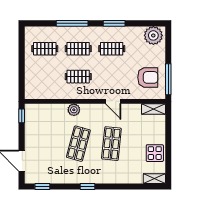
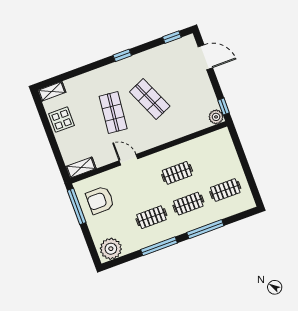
window: (114, 23) -> (159, 246), width x1.44
plant: (74, 110) -> (216, 117), moved
shop shelf: (78, 144) -> (150, 99), turned -39

